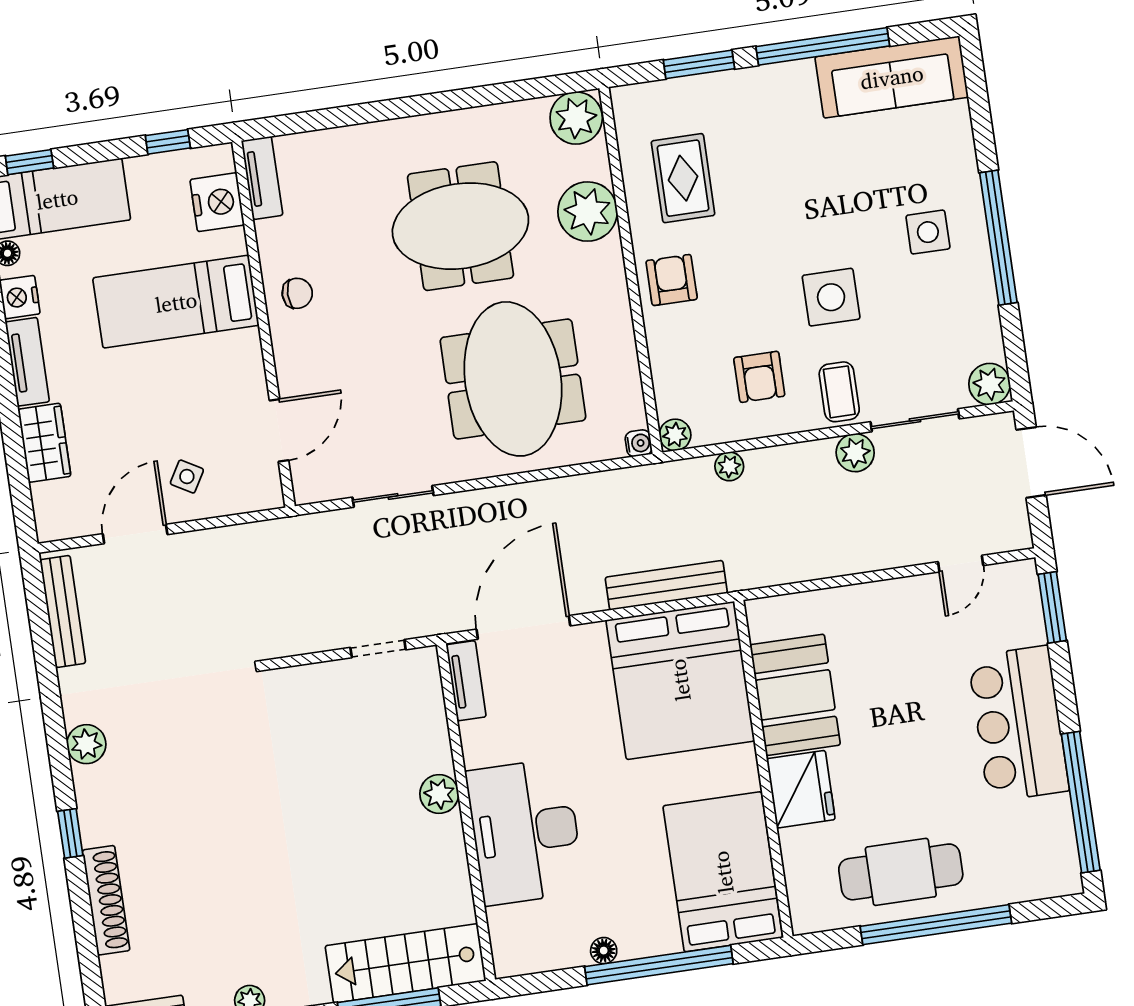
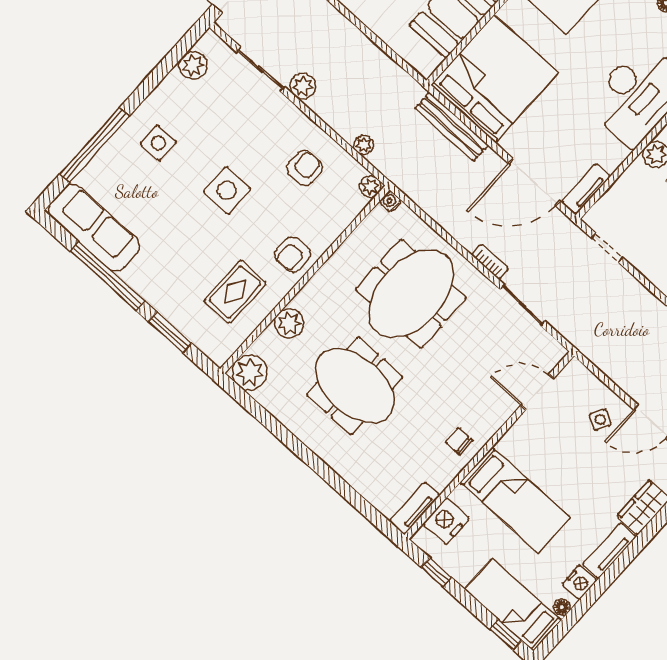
plant: (588, 212) -> (289, 323), width x0.73, depth x0.73
window: (998, 238) -> (95, 145), moved
side table: (831, 297) -> (227, 190), moved
plant: (989, 384) -> (193, 65), moved
coffee table: (839, 392) -> (278, 120), removed
bookcase: (474, 500) -> (490, 262), added

